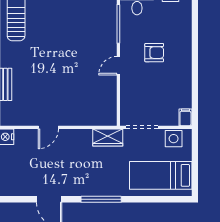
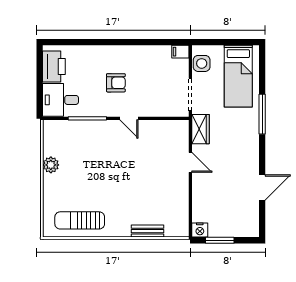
armchair: (154, 53) -> (116, 83), turned 90
door: (48, 127) -> (190, 162), moved
window: (101, 199) -> (262, 114), moved

